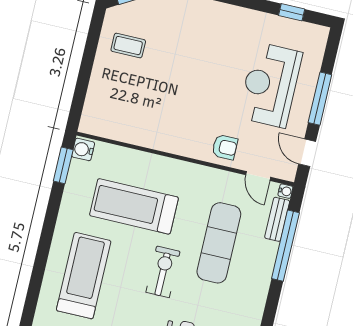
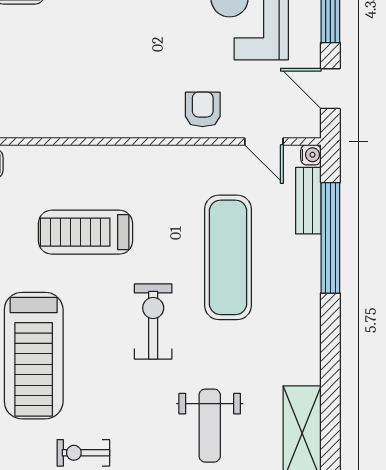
armchair: (225, 147) -> (203, 109), turned -90
treadmill: (134, 206) -> (86, 232), width x0.73, depth x0.73
treadmill: (84, 276) -> (34, 356), turned 180

